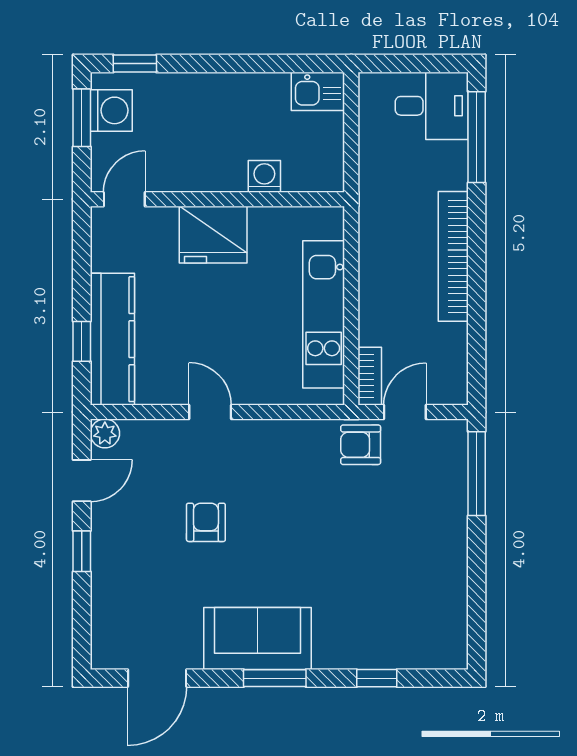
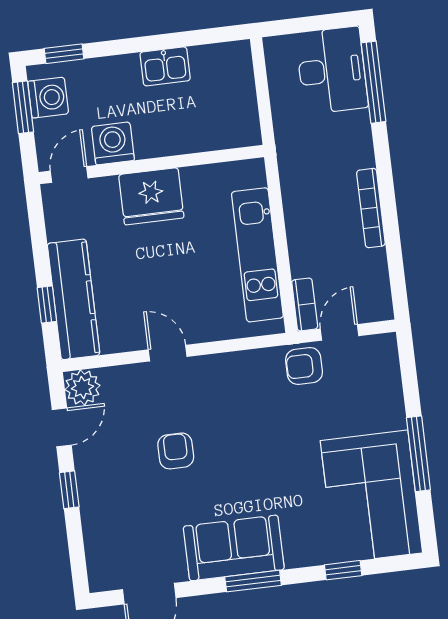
kitchen sink: (318, 91) -> (165, 66), moved
desk: (432, 106) -> (332, 70), width x1.37
washing machine: (264, 176) -> (113, 143), moved, width x1.38, depth x1.38
bookcase: (453, 256) -> (371, 208), width x0.68, depth x0.76
plant: (105, 433) -> (82, 388), width x1.38, depth x1.38
window: (477, 474) -> (418, 454), moved
corner sofa: (418, 600) -> (371, 497), added

